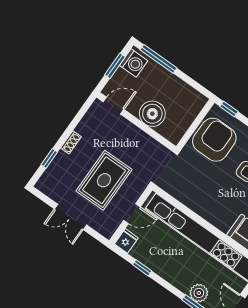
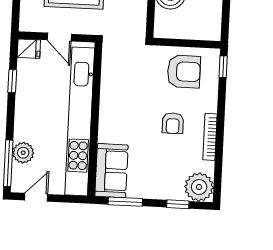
armchair: (214, 140) -> (184, 72), width x0.73, depth x0.73

